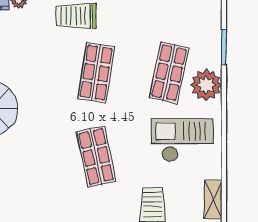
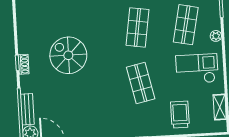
plant: (206, 85) -> (216, 36), width x0.53, depth x0.53

